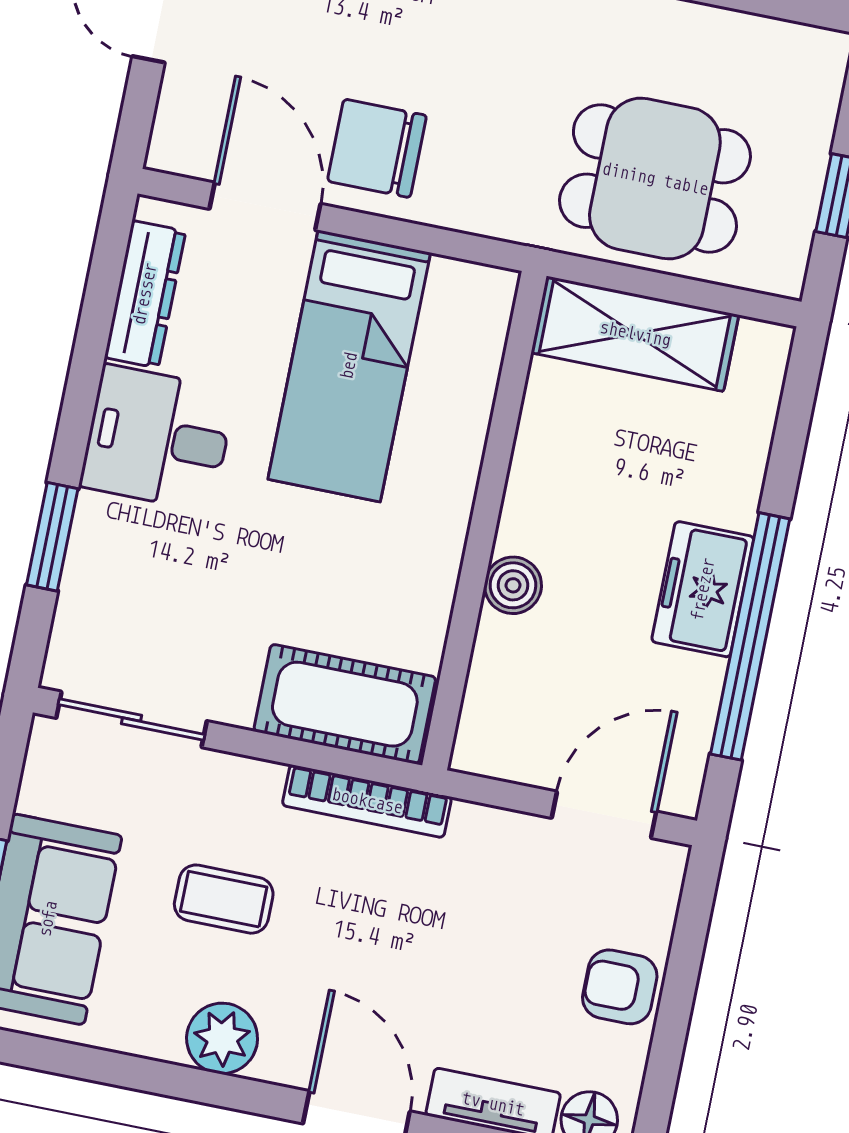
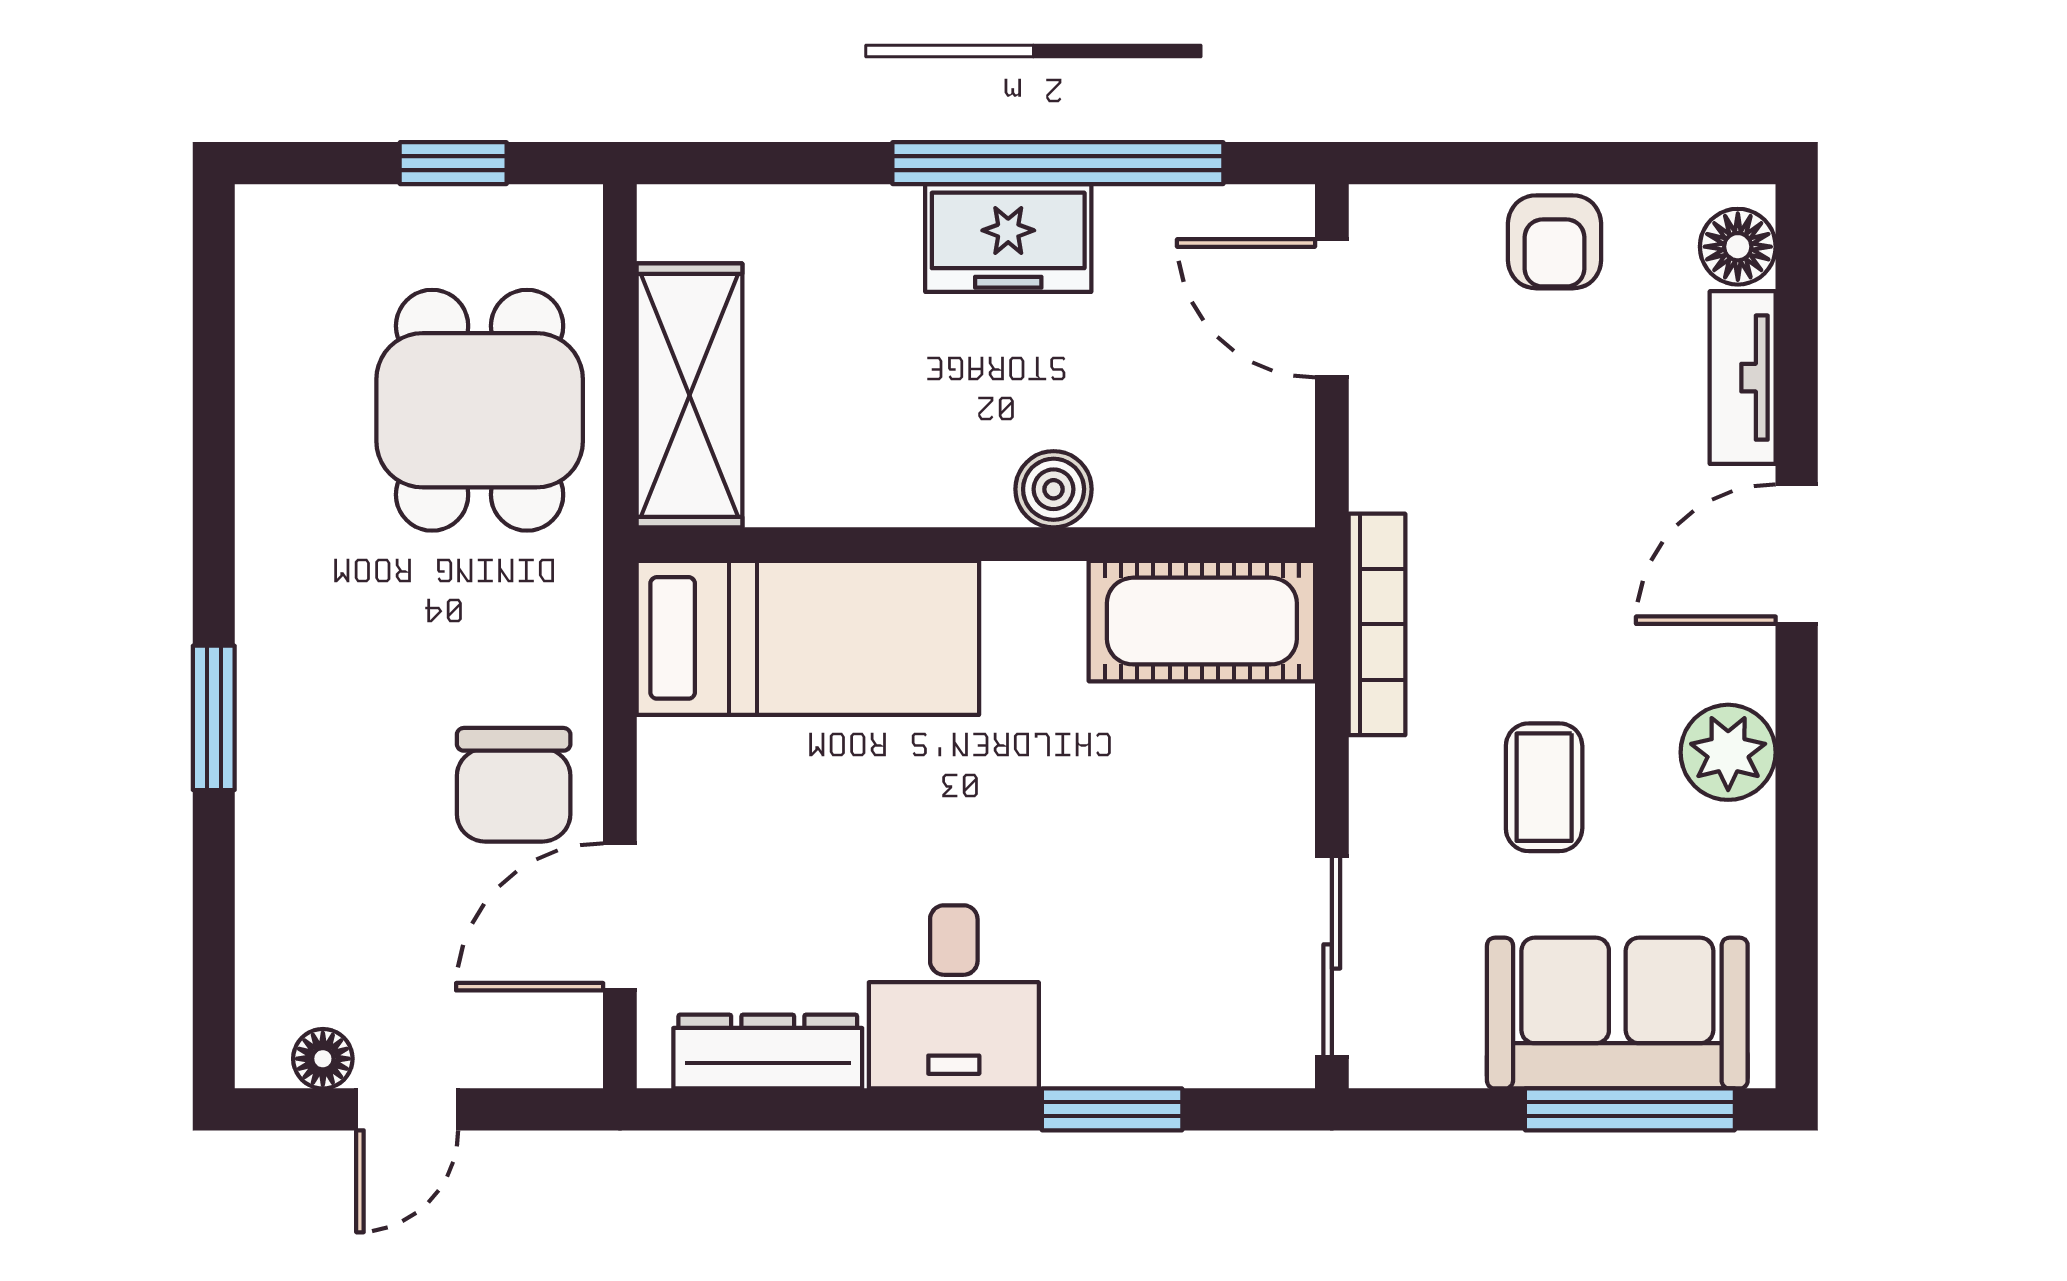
bed: (349, 366) -> (808, 638), moved
cot: (345, 704) -> (1202, 621), moved, turned 90

